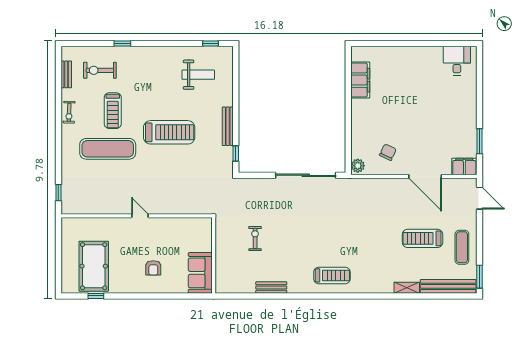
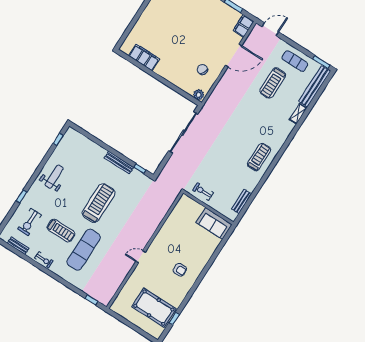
weight bench: (198, 75) -> (54, 177), moved
wall: (214, 255) -> (208, 208), moved
sofa: (200, 273) -> (214, 223), moved

